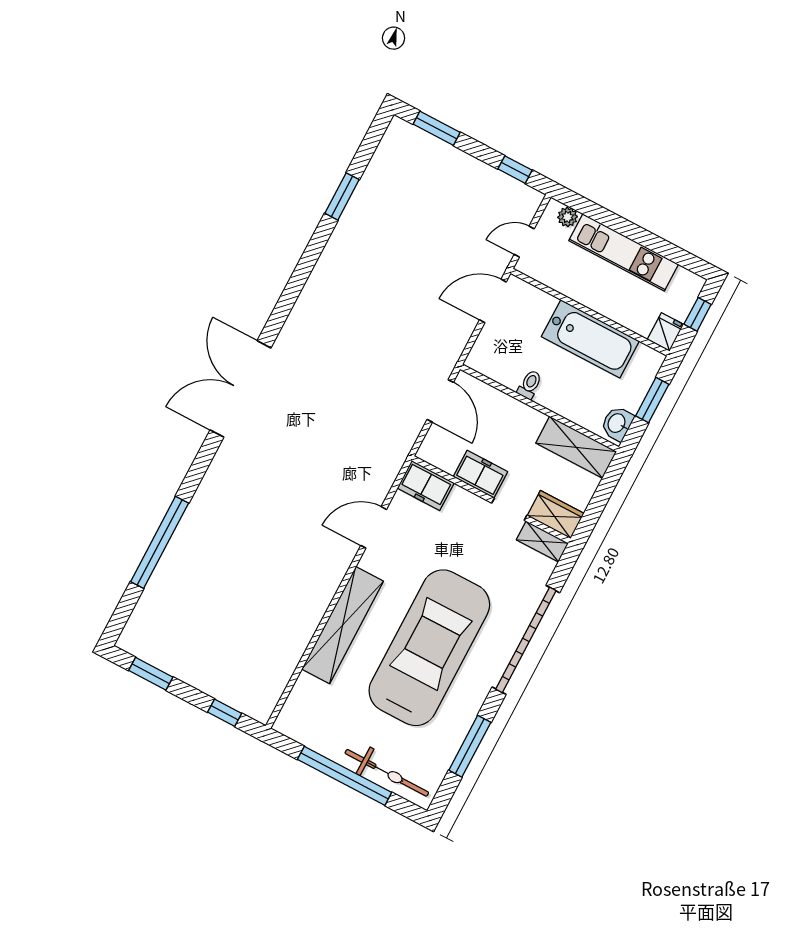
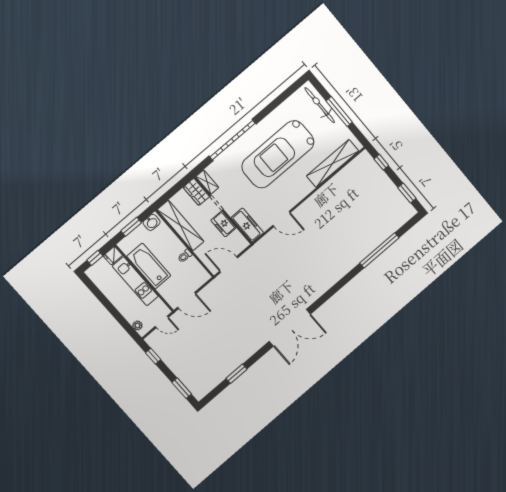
kitchen unit: (624, 252) -> (135, 281), moved, turned 180
double door: (240, 389) -> (290, 328), moved
door: (440, 401) -> (229, 264), hinge flipped
shelving: (576, 447) -> (181, 226), width x1.47
freezer: (426, 486) -> (247, 225), width x1.40
shelving: (343, 625) -> (333, 163), moved
window: (470, 746) -> (277, 102), removed
window: (345, 776) -> (339, 112), width x0.68

